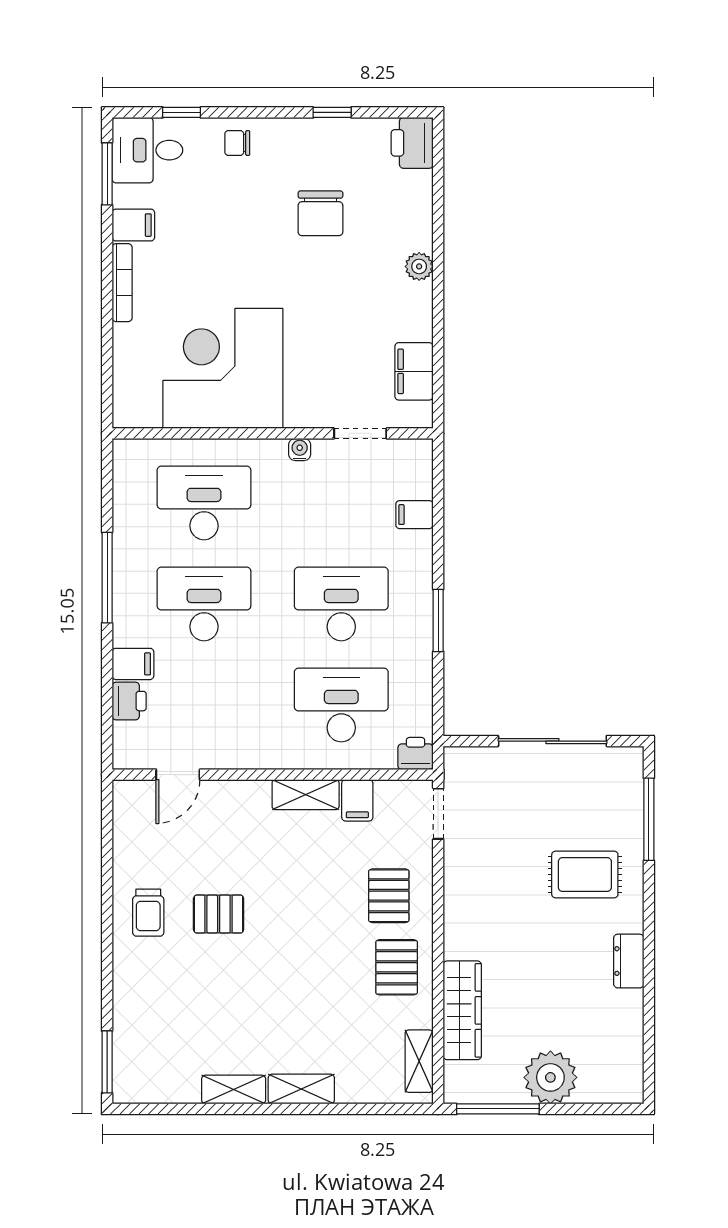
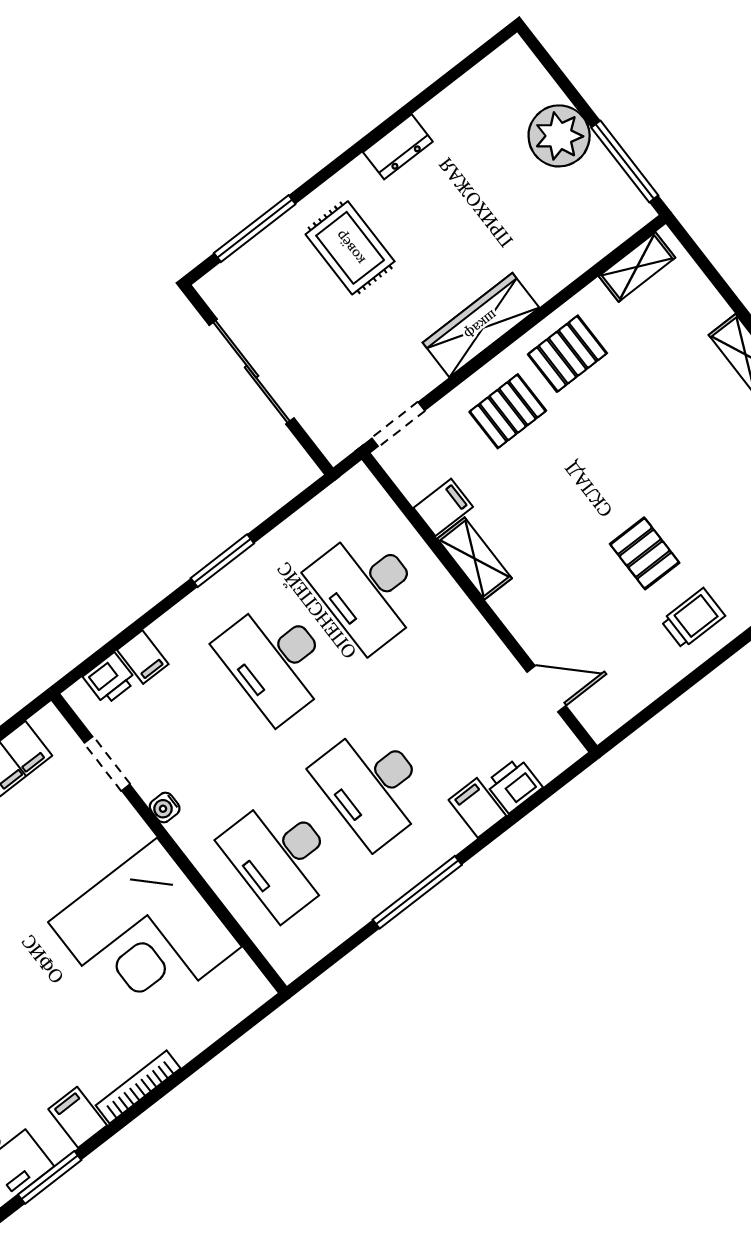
printer: (416, 753) -> (110, 679), moved, turned -90
wardrobe: (462, 1010) -> (481, 325), moved

